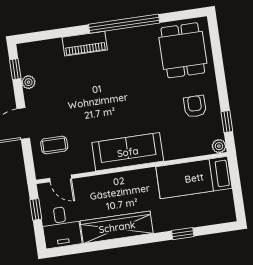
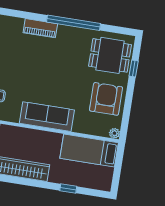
dining table: (183, 50) -> (110, 55), turned 90
armchair: (195, 106) -> (106, 99), width x1.88, depth x1.88
window: (227, 122) -> (134, 69), moved

